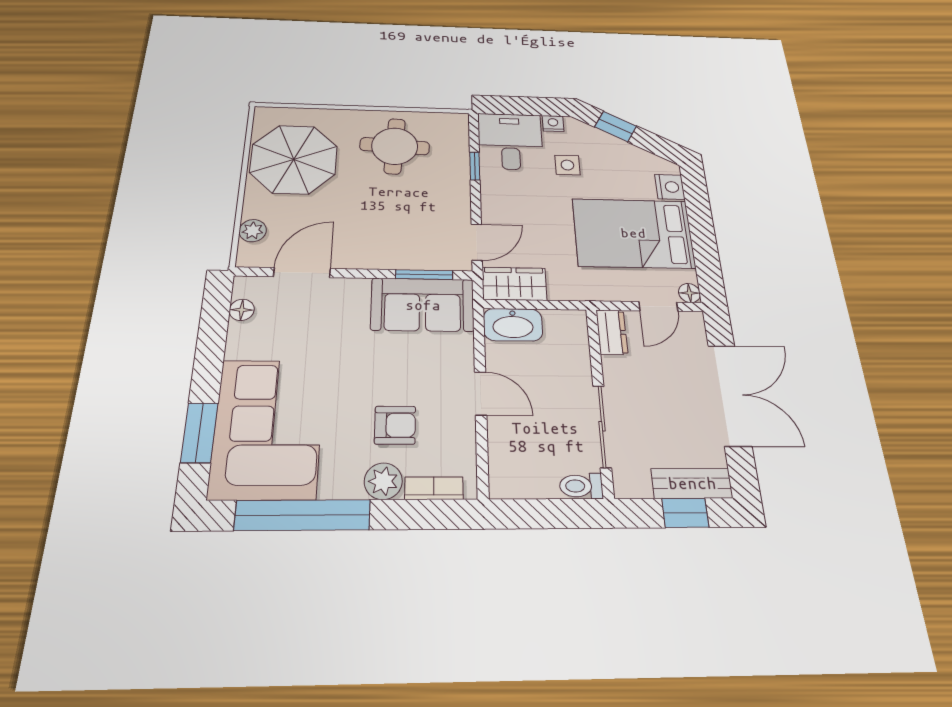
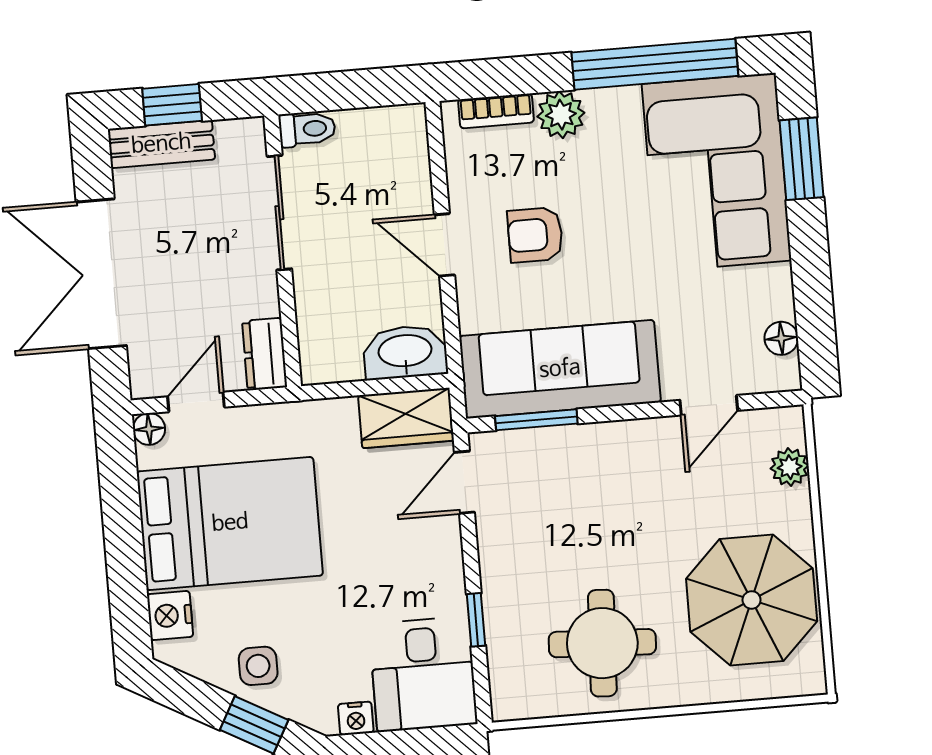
side table: (567, 165) -> (258, 666), moved
door: (302, 273) -> (709, 405), width x0.73
sofa: (423, 305) -> (560, 369), width x1.36
armchair: (395, 425) -> (535, 235), moved

